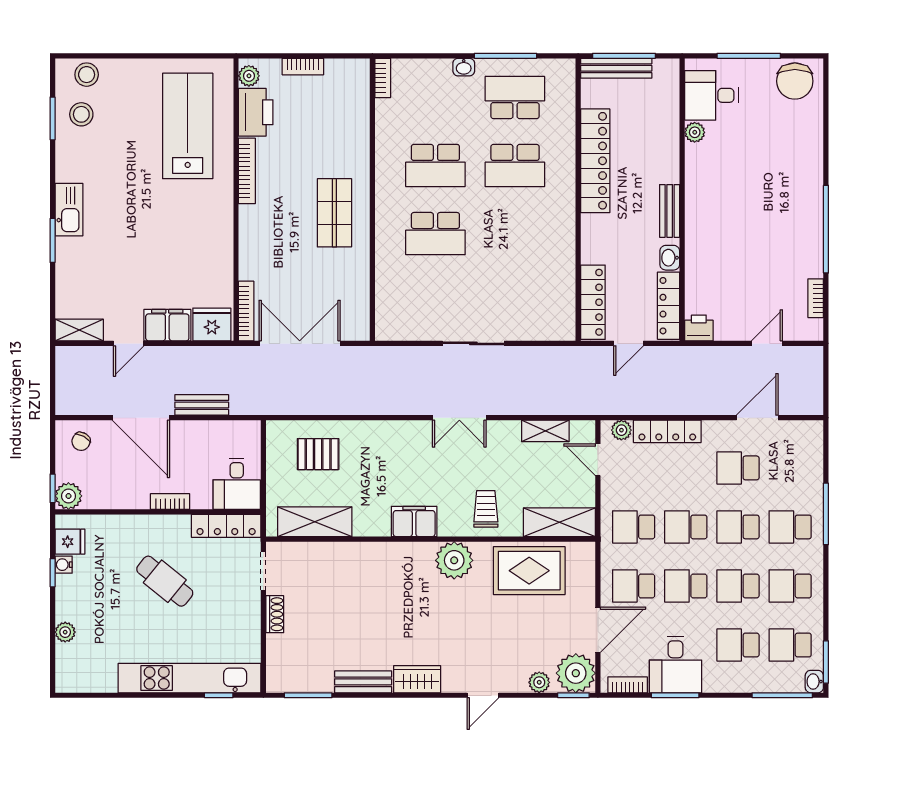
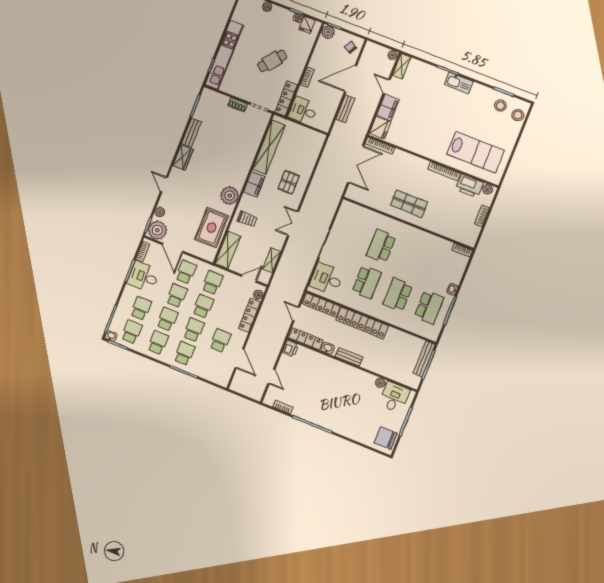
locker: (595, 161) -> (362, 323), moved
school desk: (435, 166) -> (367, 282), moved, turned 180
desk: (539, 312) -> (327, 279), added
plant: (65, 356) -> (393, 55), added
pallet: (318, 454) -> (289, 182), moved
shelving: (315, 522) -> (269, 147), width x1.47

